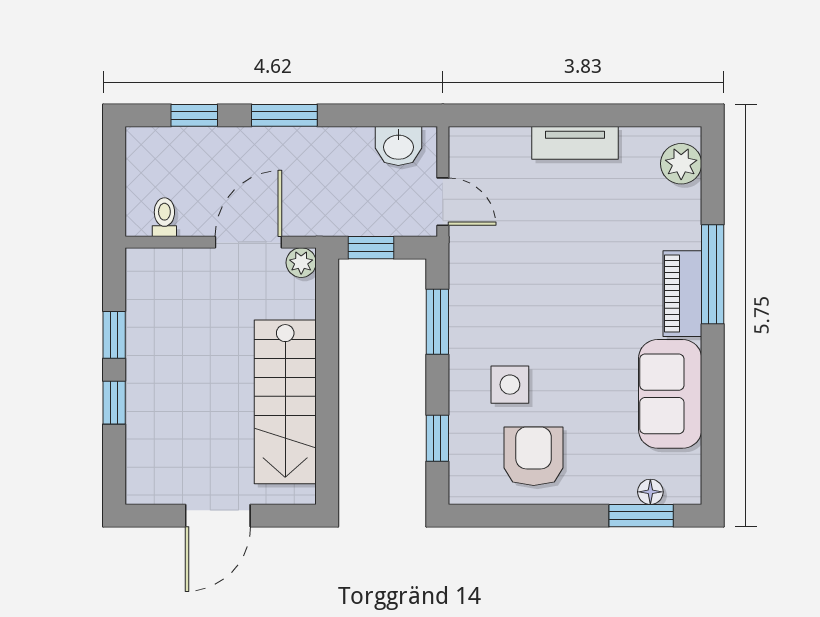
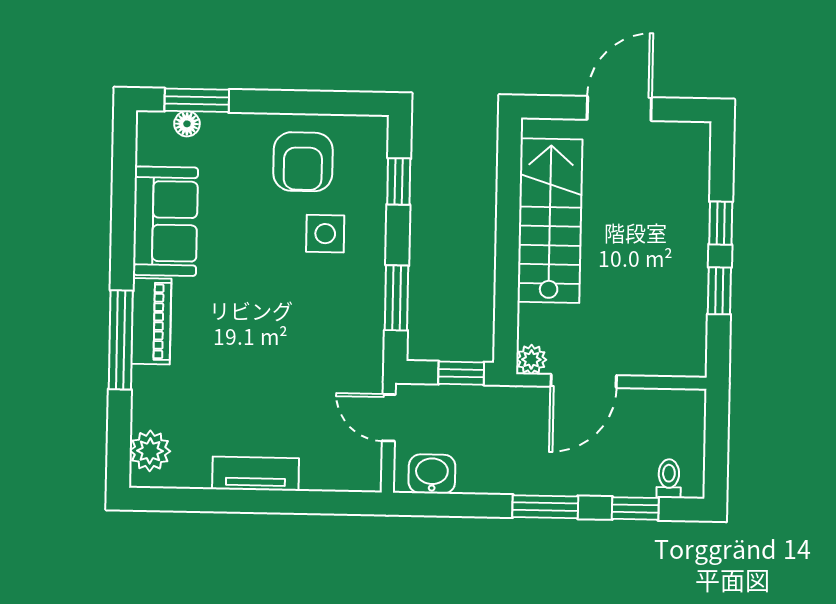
toilet: (164, 217) -> (669, 479), moved, turned 180

